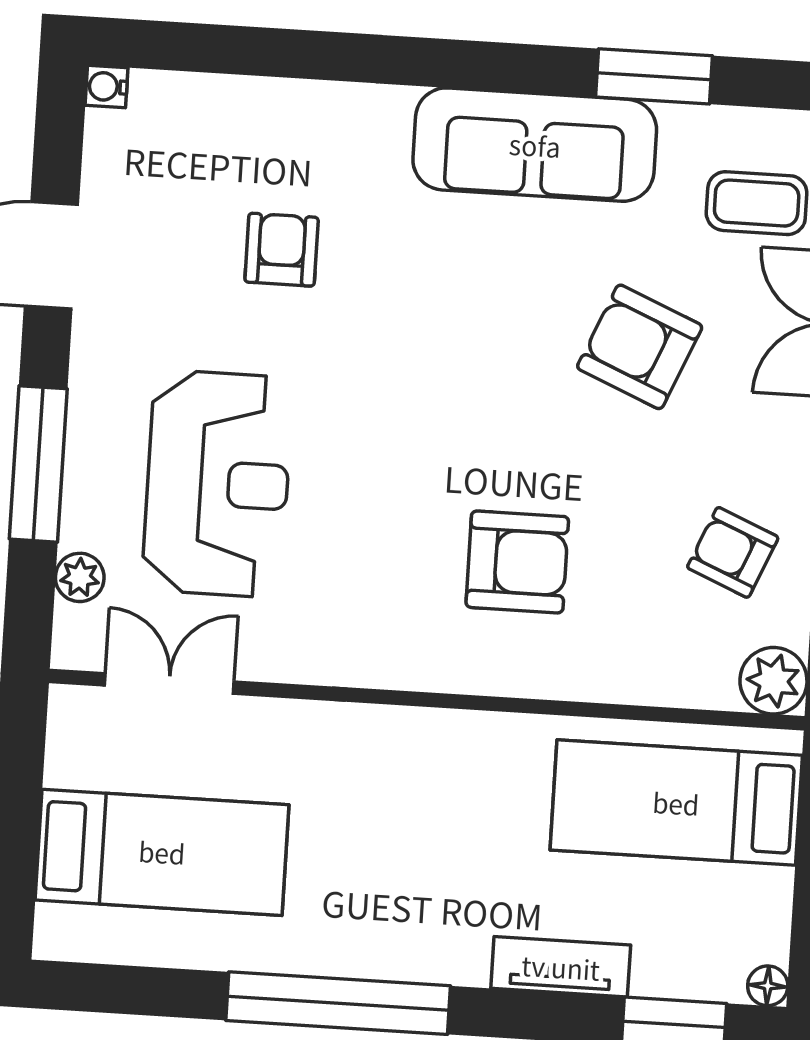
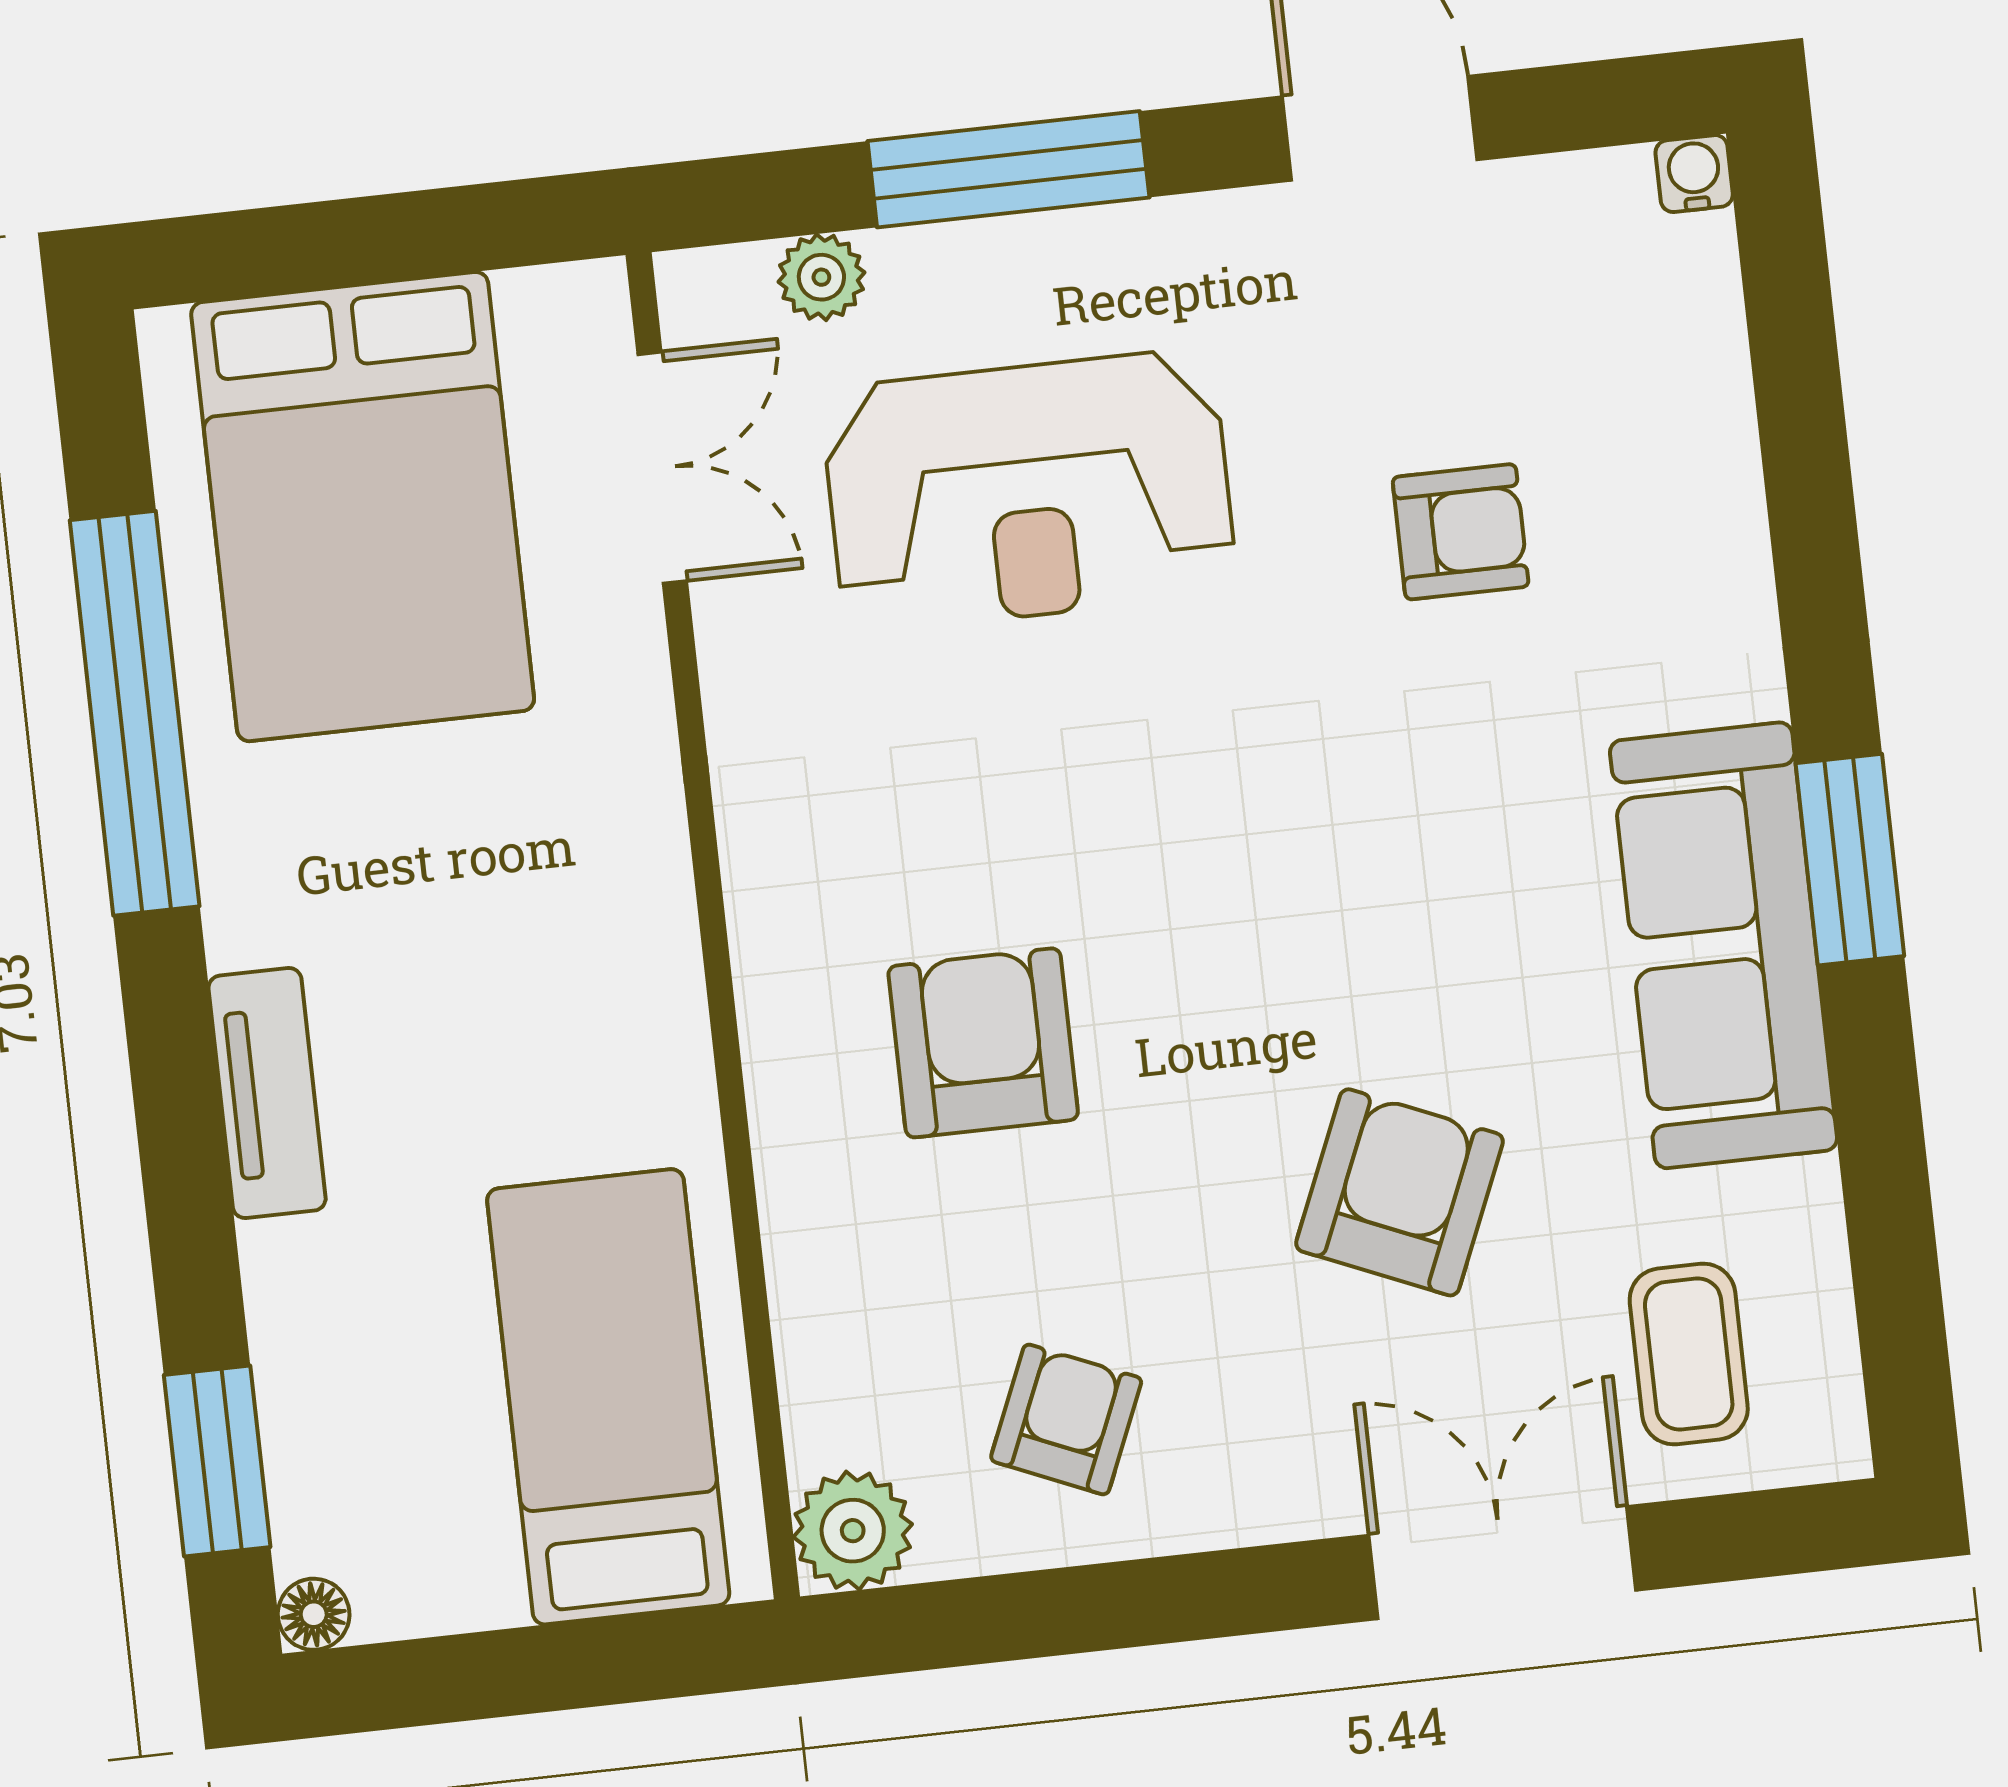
window: (654, 76) -> (1850, 860), moved
armchair: (517, 562) -> (983, 1043), turned 180
bed: (162, 852) -> (363, 507), width x1.50
tv unit: (561, 967) -> (267, 1093), moved
window: (338, 1003) -> (135, 713), moved

